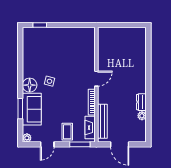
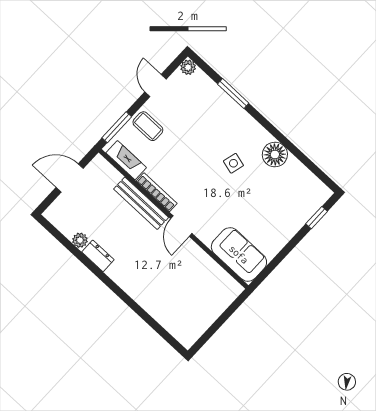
floor lamp: (30, 85) -> (275, 155), moved
sofa: (32, 109) -> (239, 254), moved, turned 180
bench: (102, 121) -> (141, 203), moved

